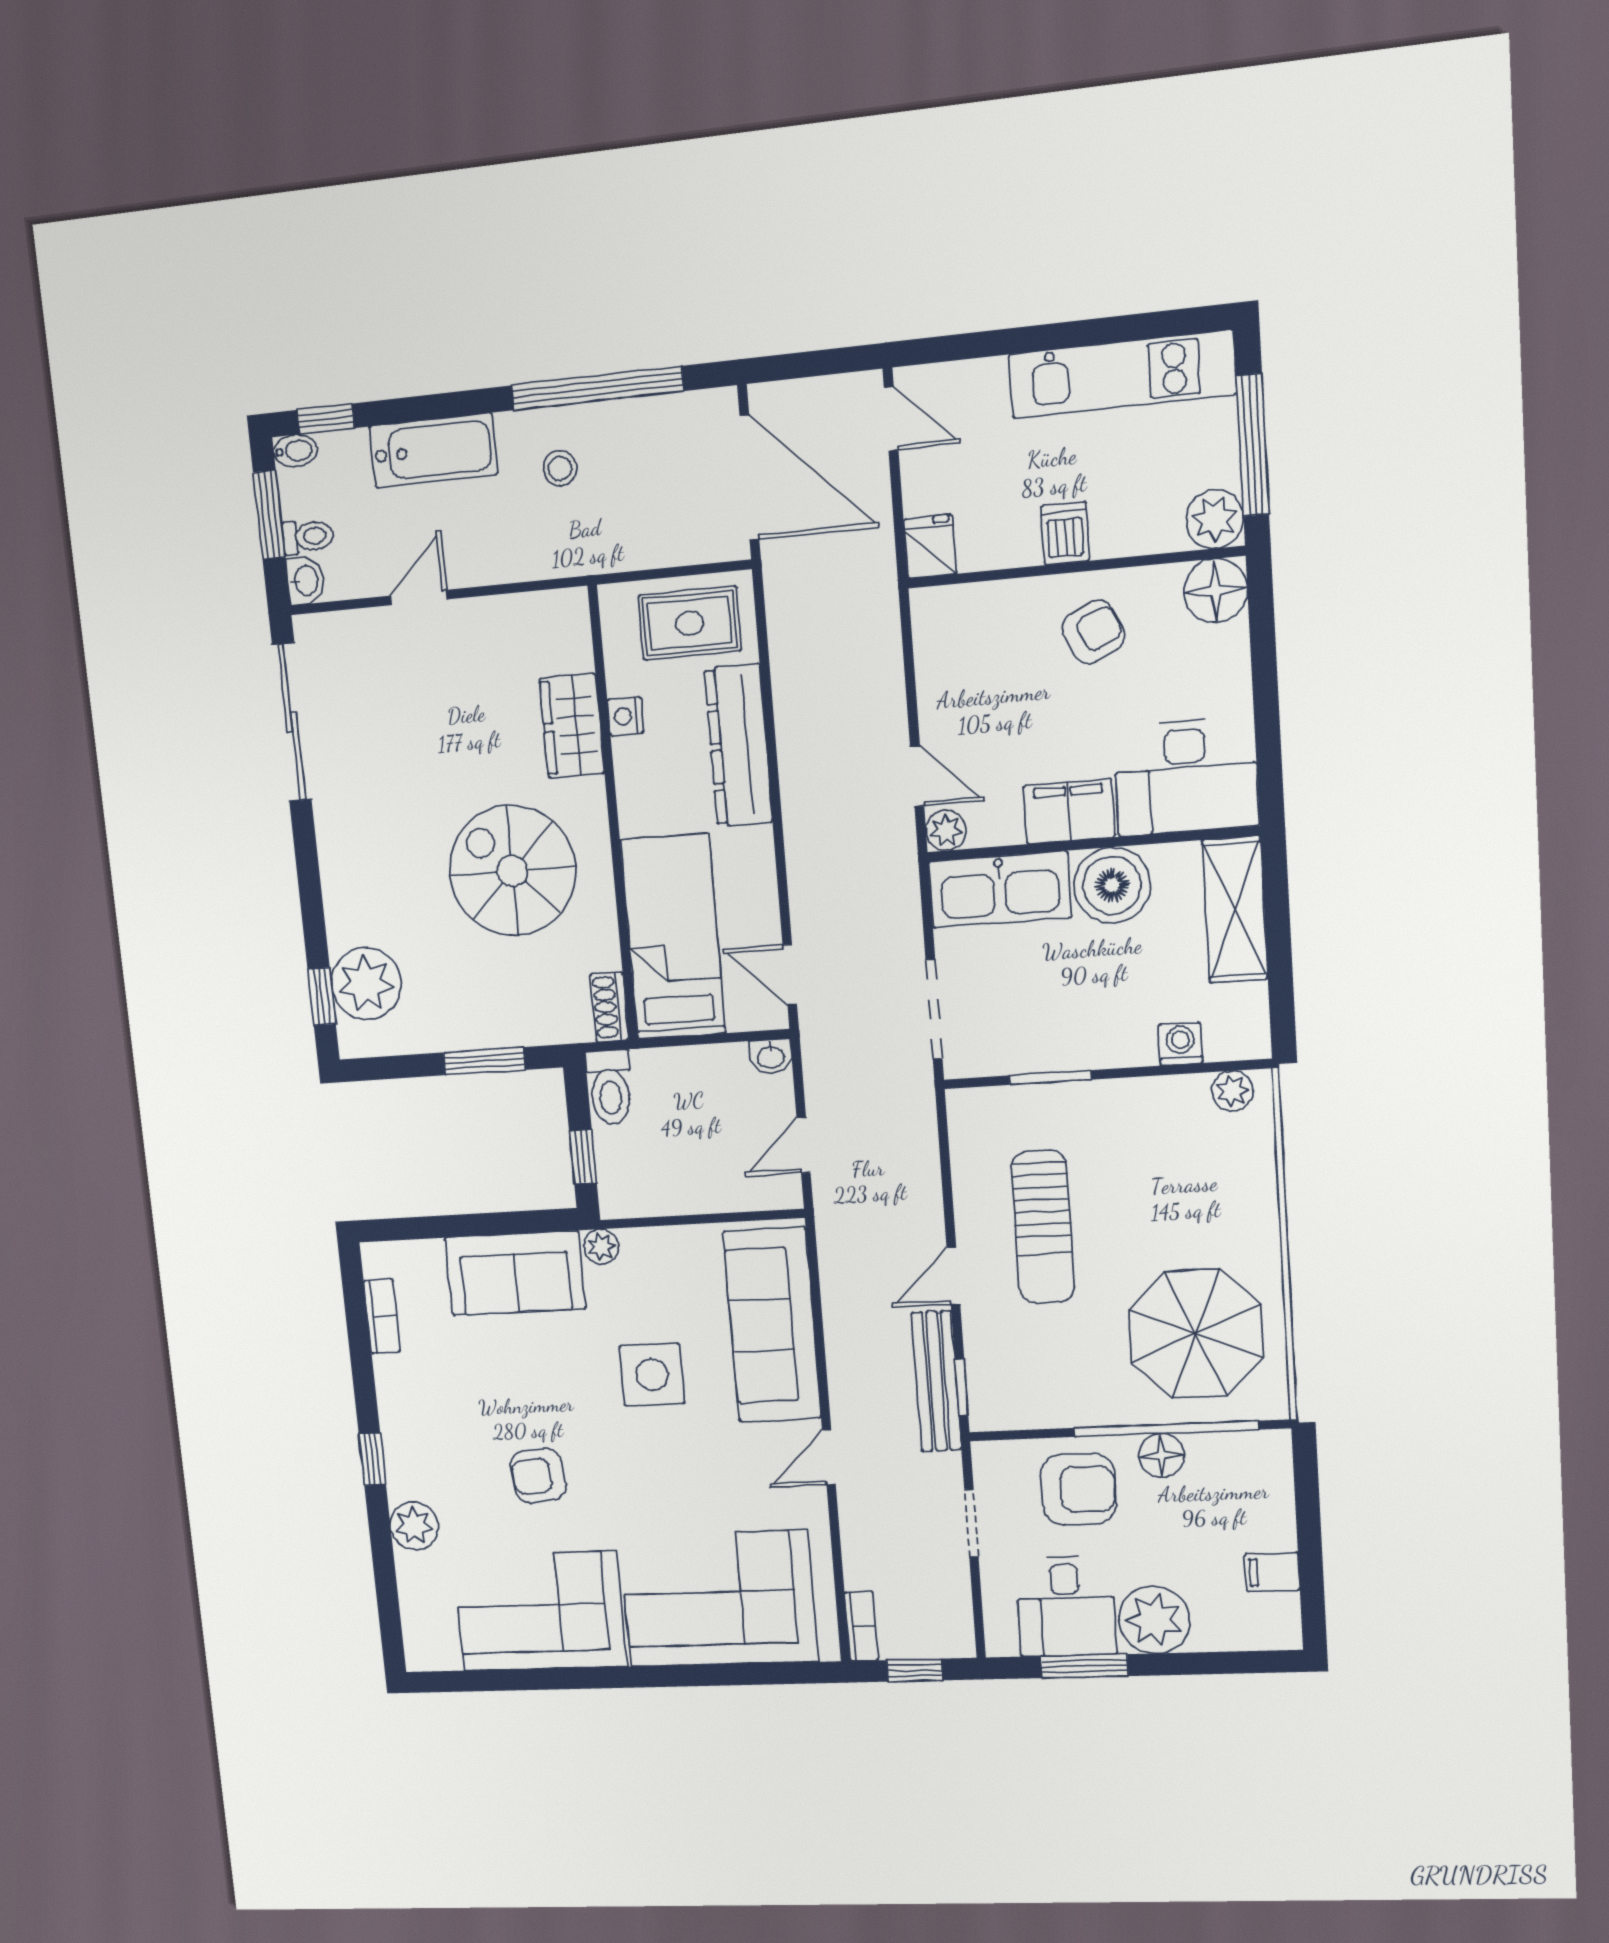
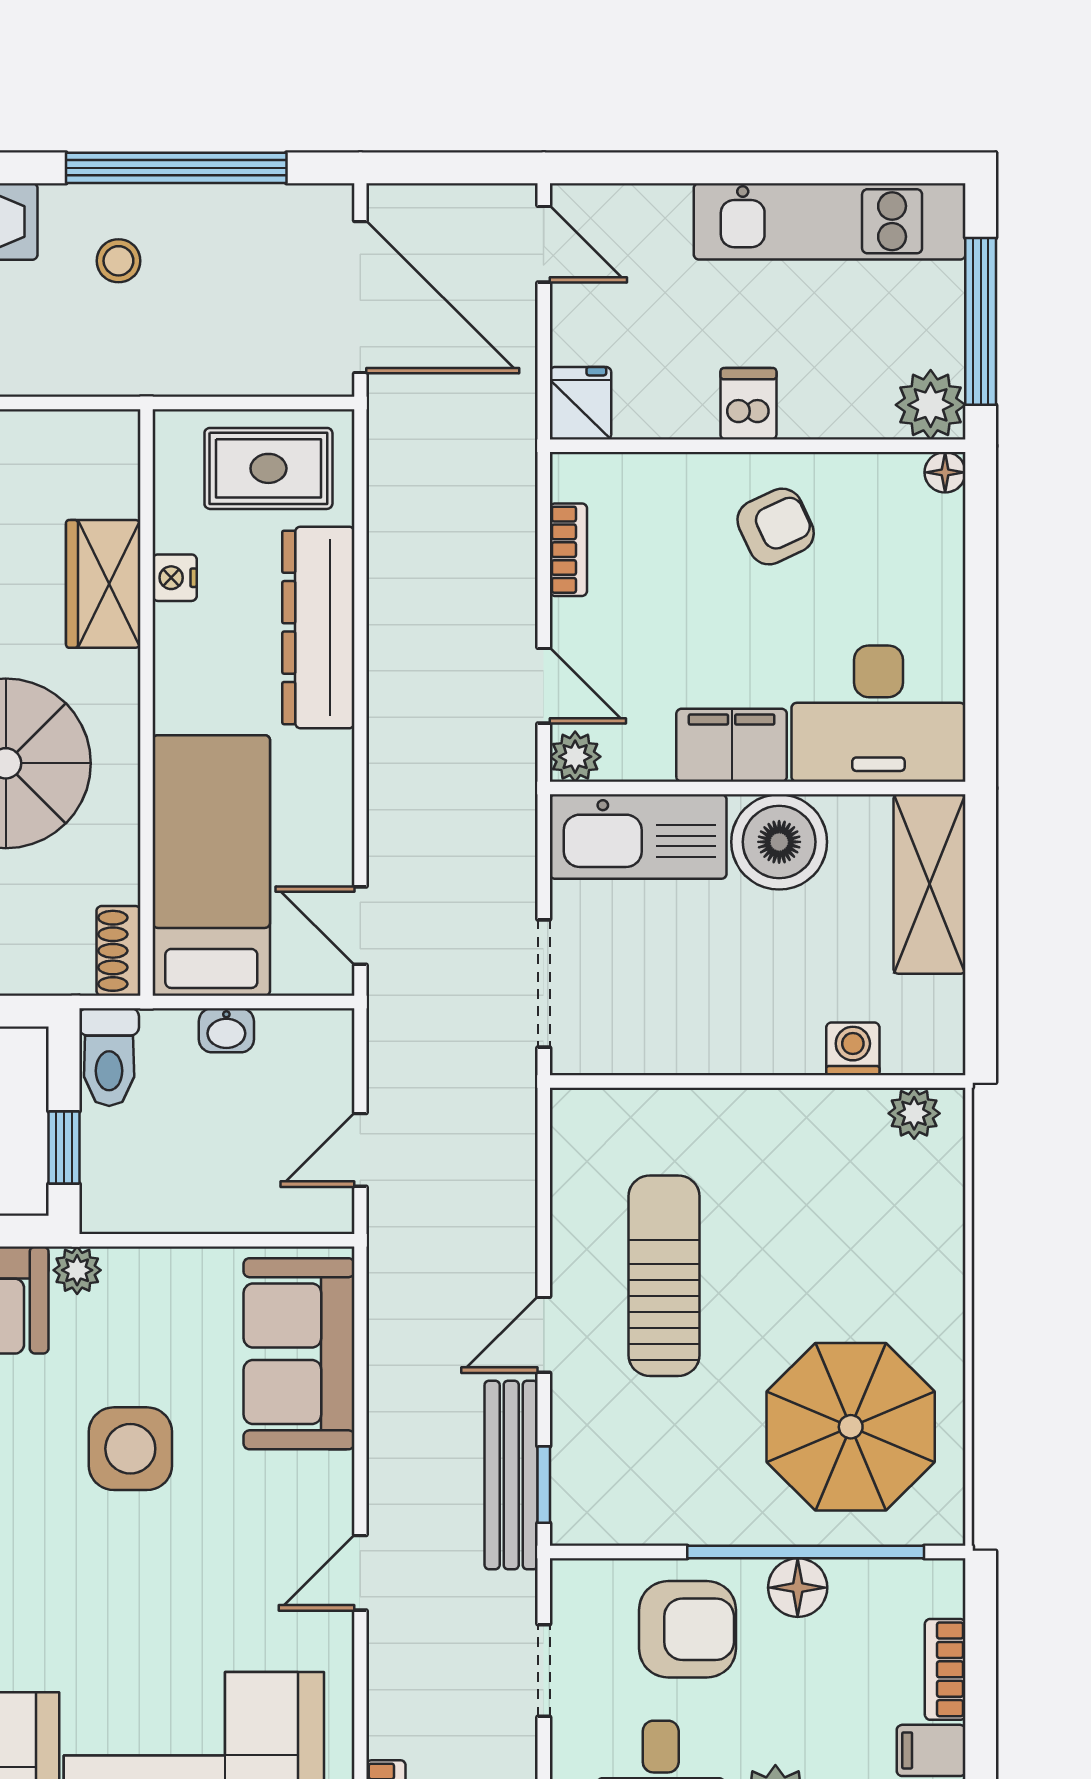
floor lamp: (1215, 591) -> (945, 472), width x0.53, depth x0.53
bookcase: (929, 666) -> (568, 550), added
washbasin: (771, 1056) -> (226, 1030), moved
window: (1050, 1078) -> (686, 1081), removed
sun lounger: (1043, 1227) -> (664, 1276), turned 180
sofa: (772, 1325) -> (299, 1354), width x0.73
bookcase: (1280, 1512) -> (945, 1669), added

